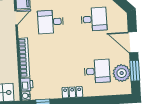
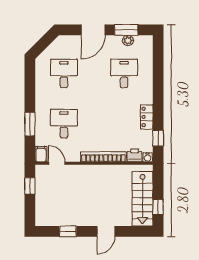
desk: (51, 22) -> (64, 124), turned 180
plant: (122, 73) -> (128, 41), width x0.53, depth x0.53
locker: (72, 92) -> (147, 117), moved

